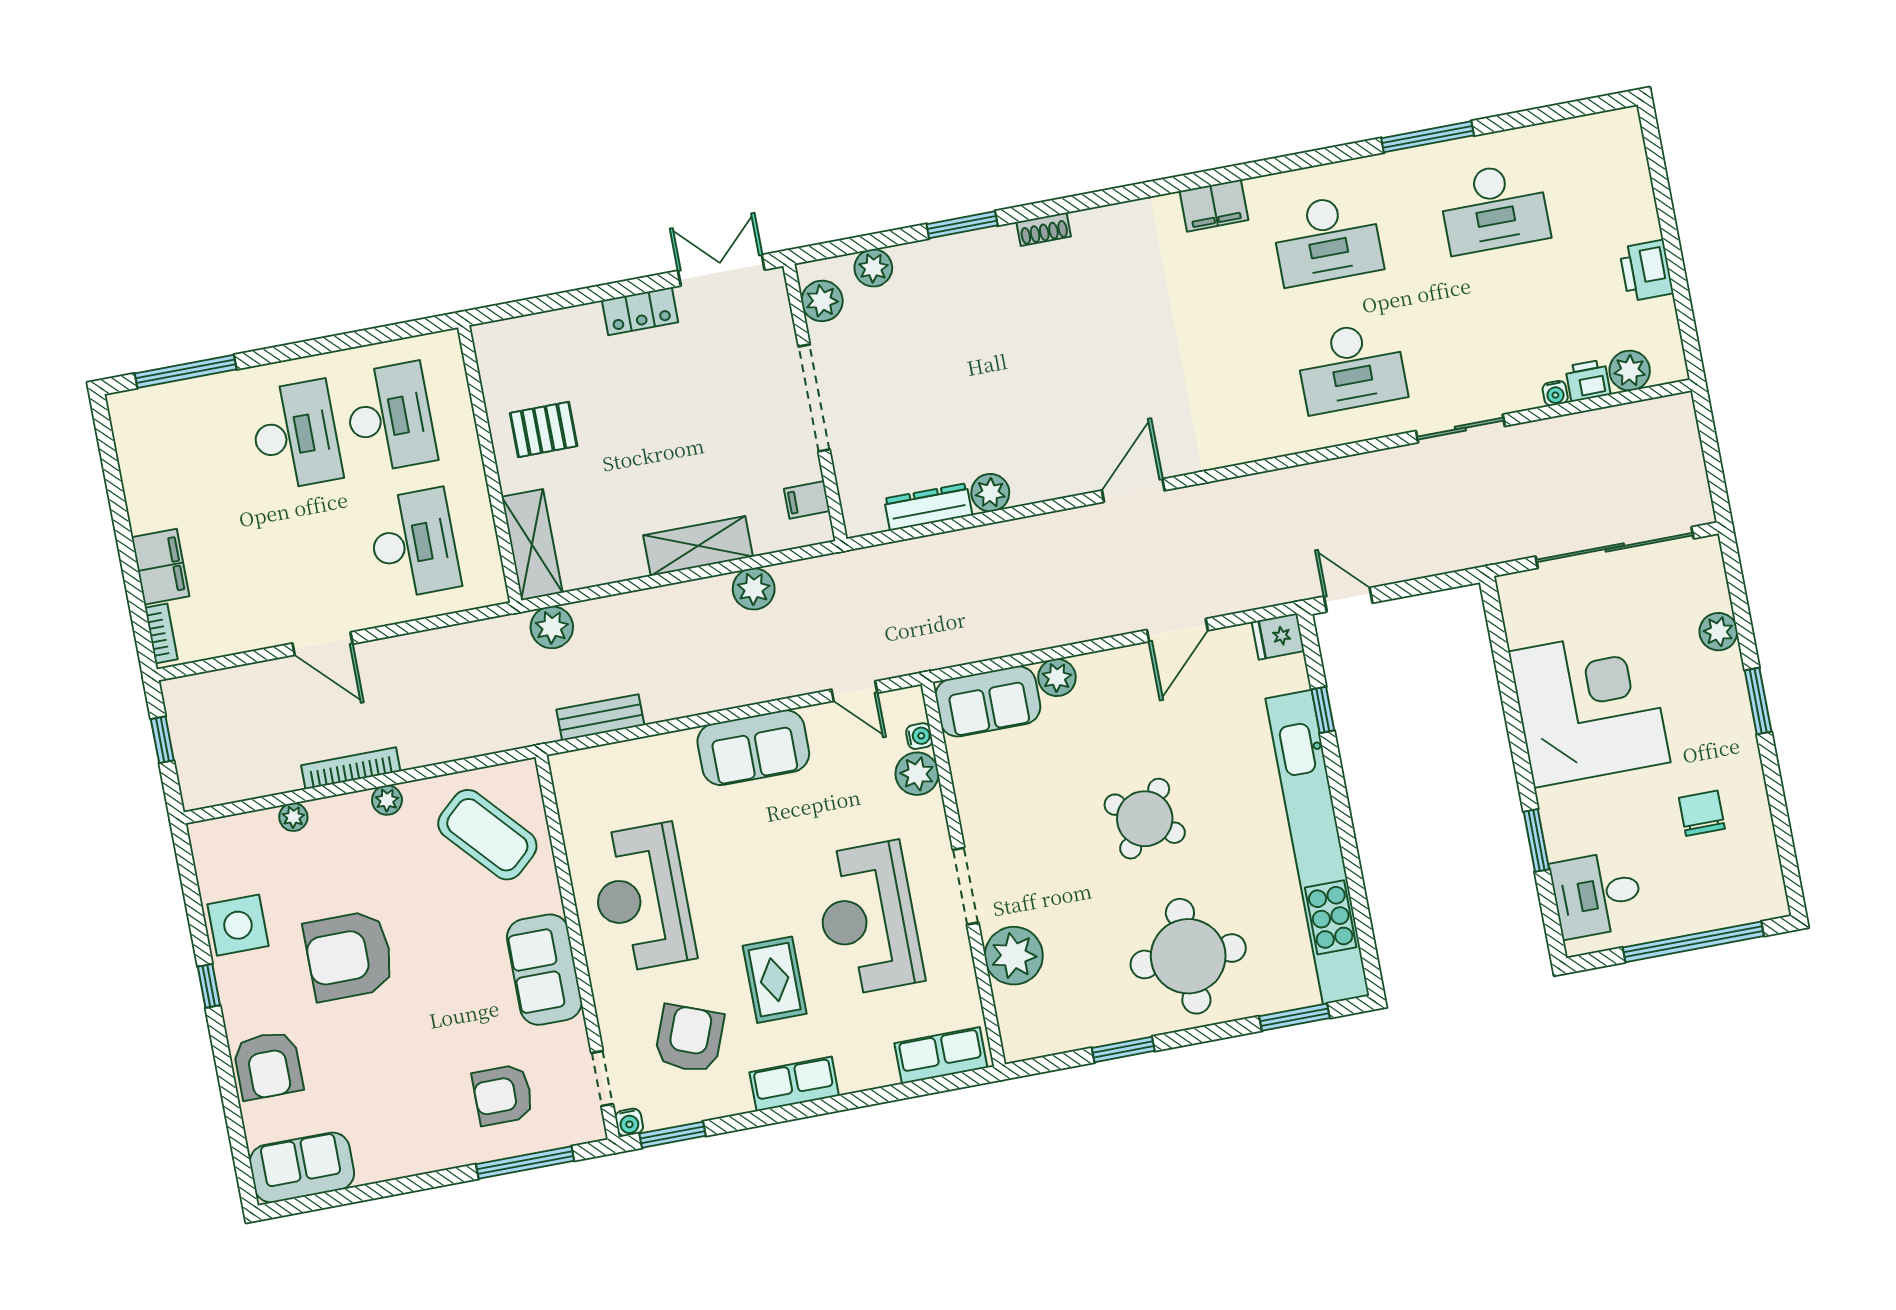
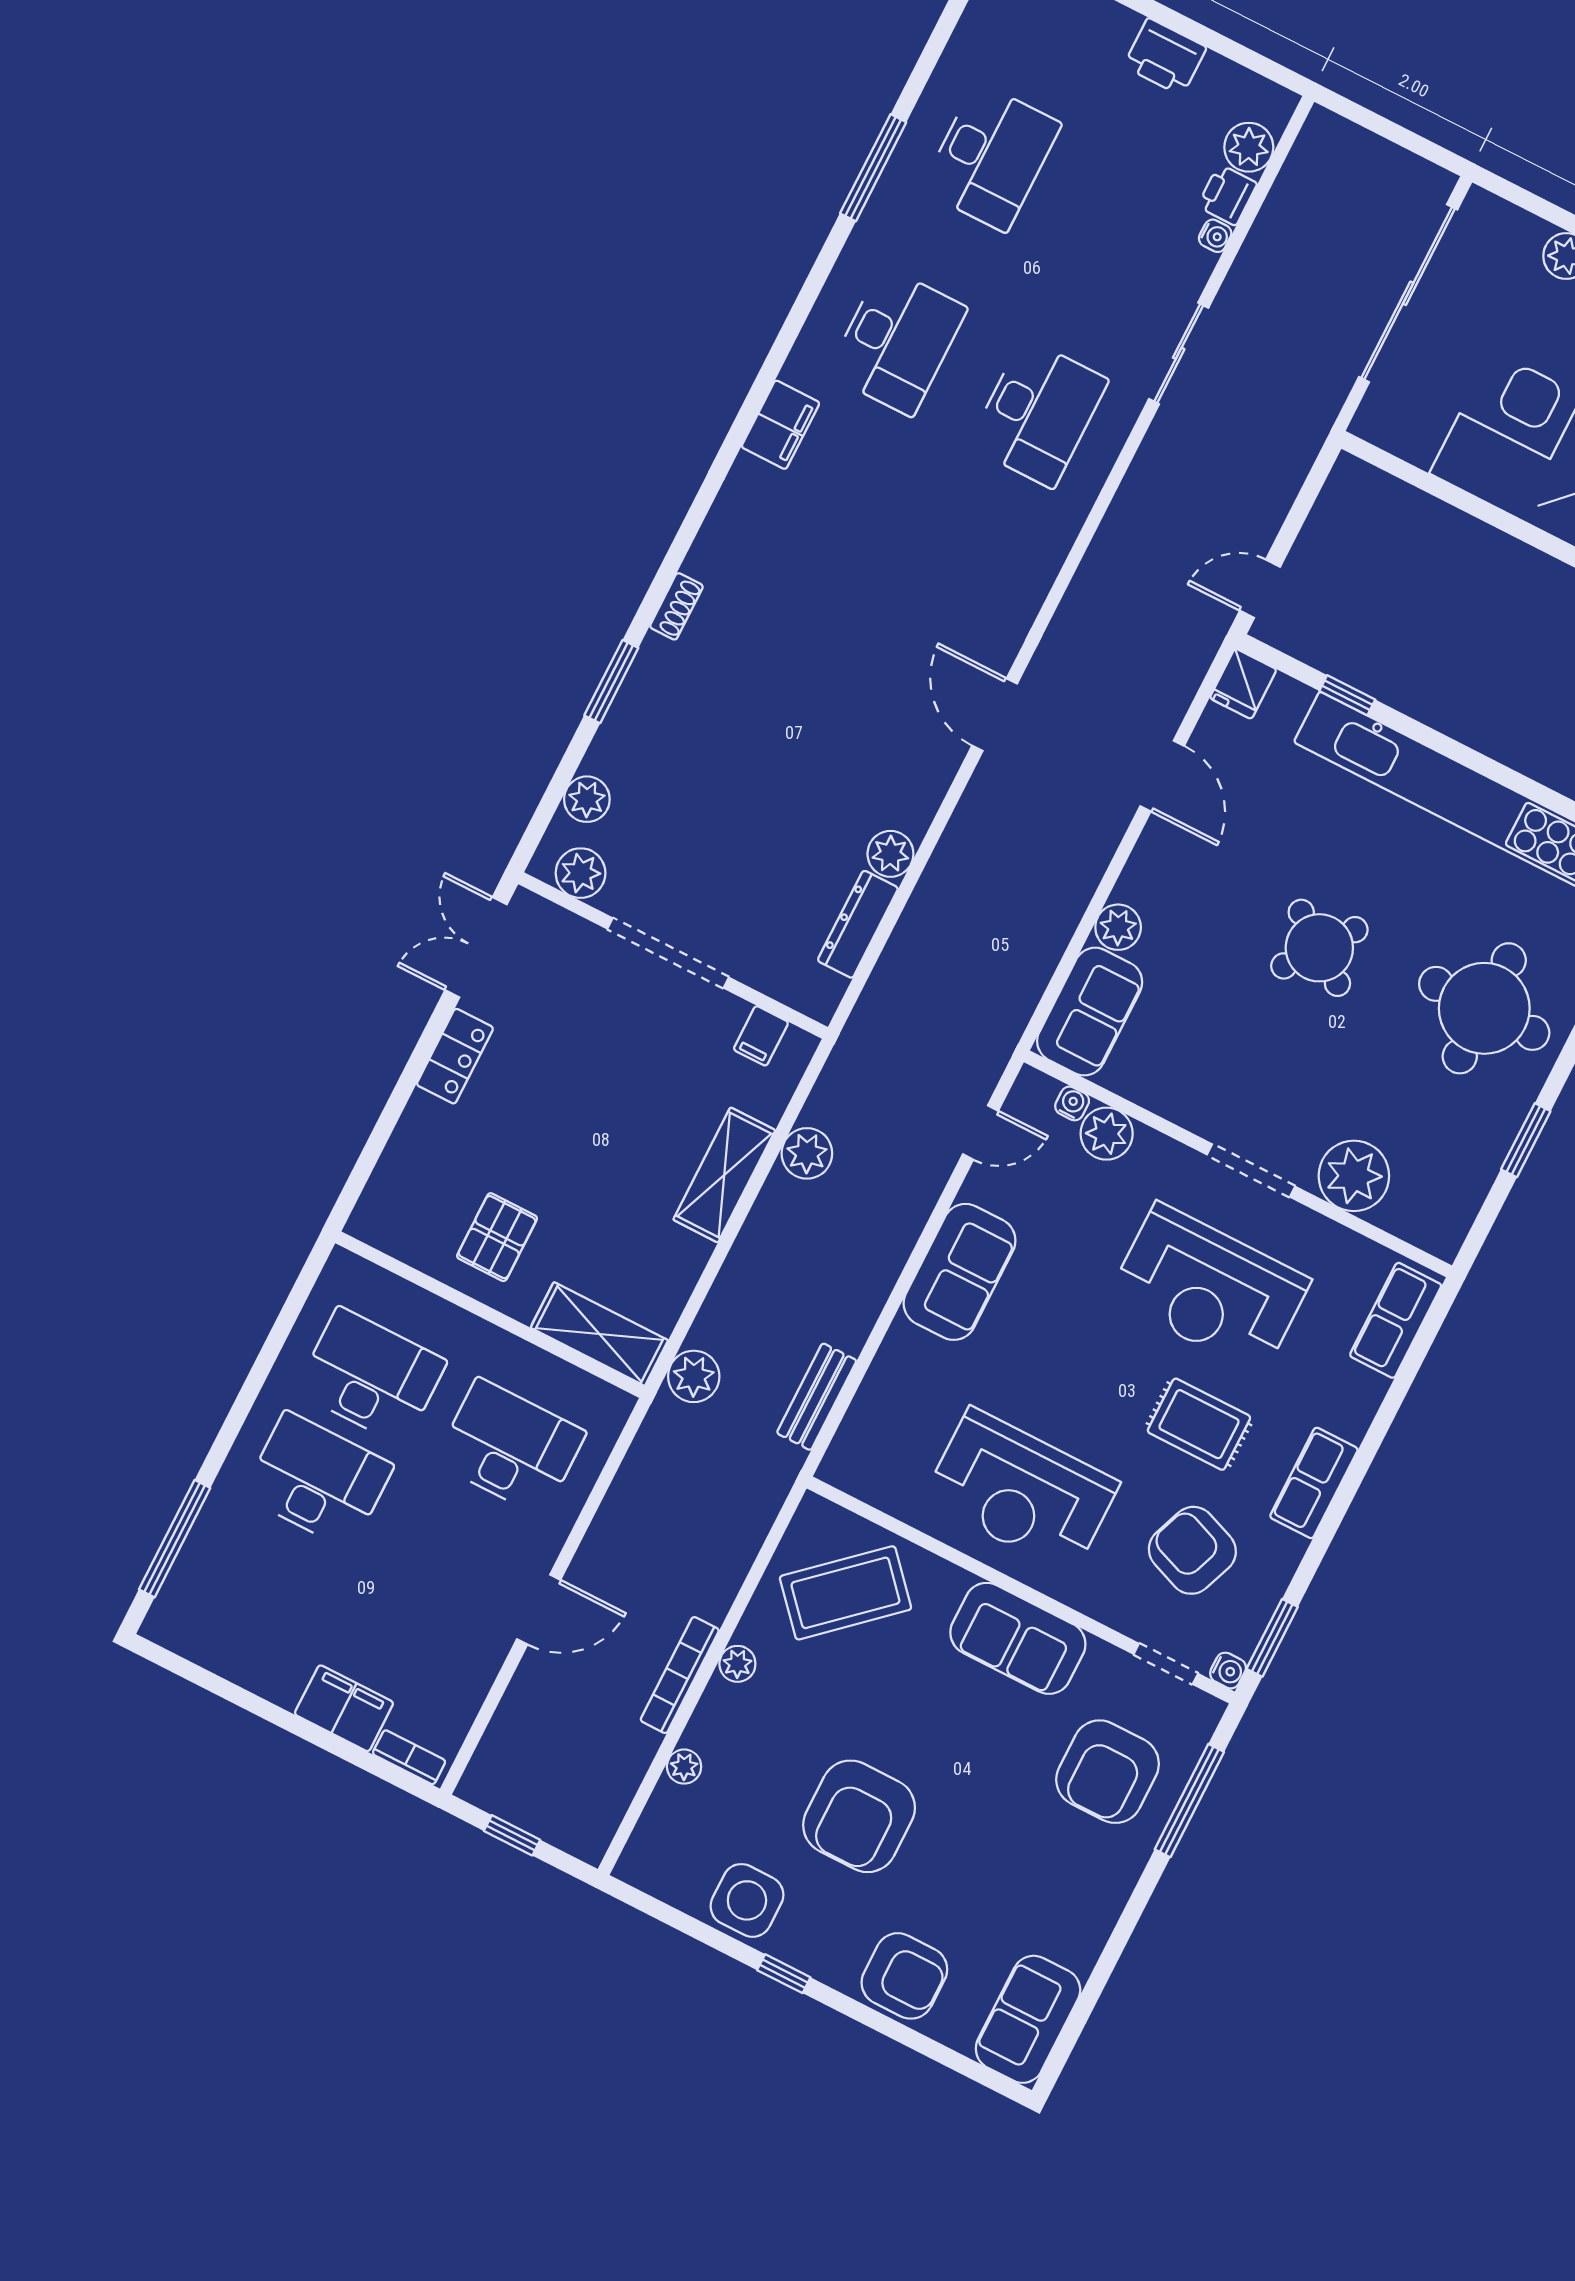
armchair: (503, 1095) -> (1108, 1772), width x1.36, depth x1.36

